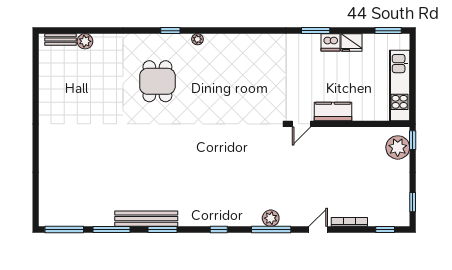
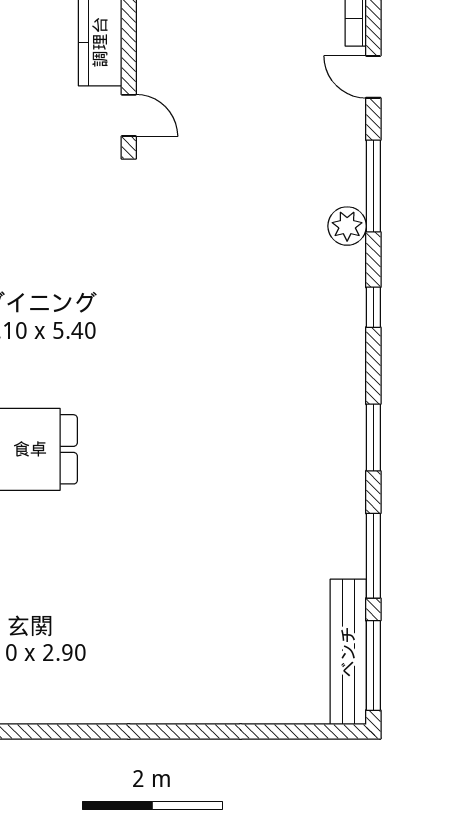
plant: (271, 218) -> (347, 226), moved
bench: (146, 219) -> (348, 652), moved

